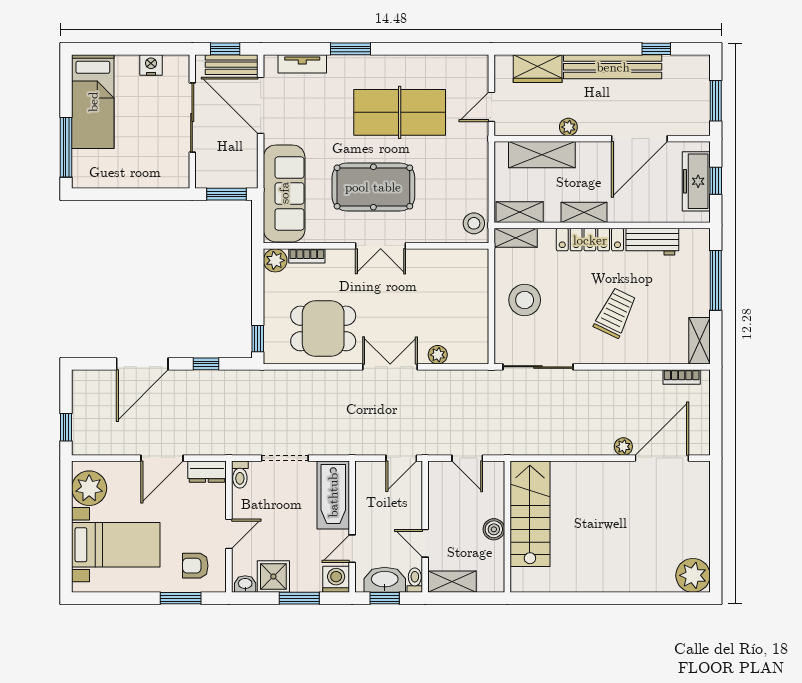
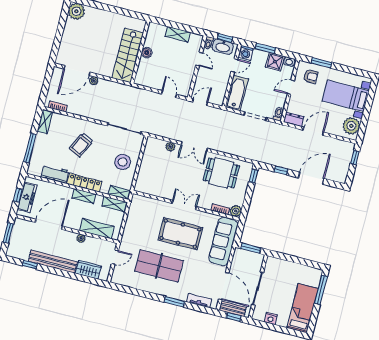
stool: (474, 223) -> (137, 204), removed
stairs: (530, 514) -> (128, 55), moved
wall: (507, 527) -> (140, 52), moved
boiler: (494, 529) -> (147, 53), moved
shelving: (452, 582) -> (178, 34), moved

